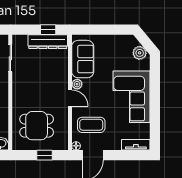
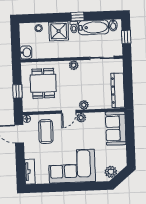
window: (48, 30) -> (128, 90), removed
sofa: (83, 59) -> (116, 128), moved, turned 90
plant: (63, 81) -> (84, 105), added
plant: (17, 90) -> (74, 65), added

